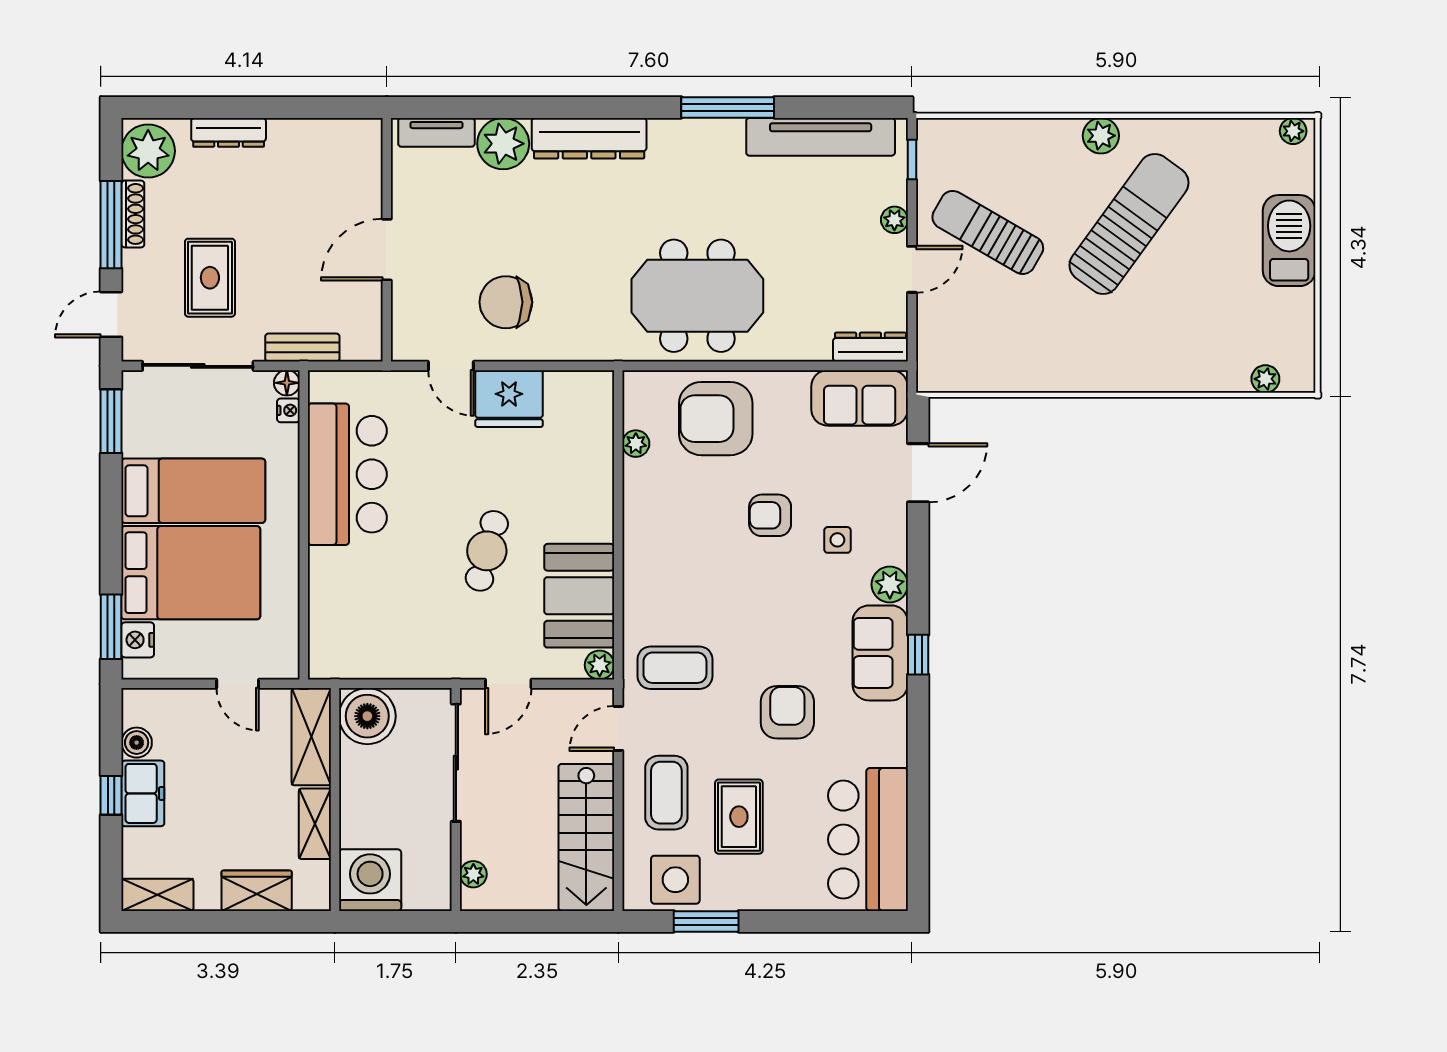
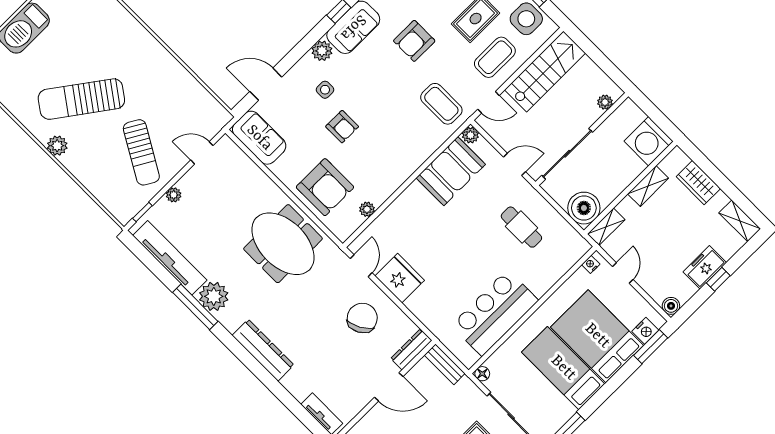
plant: (503, 144) -> (214, 296), moved
door: (912, 269) -> (202, 153), moved
chair: (506, 302) -> (362, 318), turned -119
dresser: (870, 347) -> (411, 349), moved, turned 90
bench: (302, 348) -> (445, 364), moved
door: (451, 366) -> (361, 266), moved
nightstand: (288, 410) -> (591, 264), moved
cafe table: (487, 551) -> (521, 227), moved, turned 75
shelving: (311, 737) -> (606, 227), width x0.67, depth x0.75
boiler: (137, 743) -> (671, 306), moved

